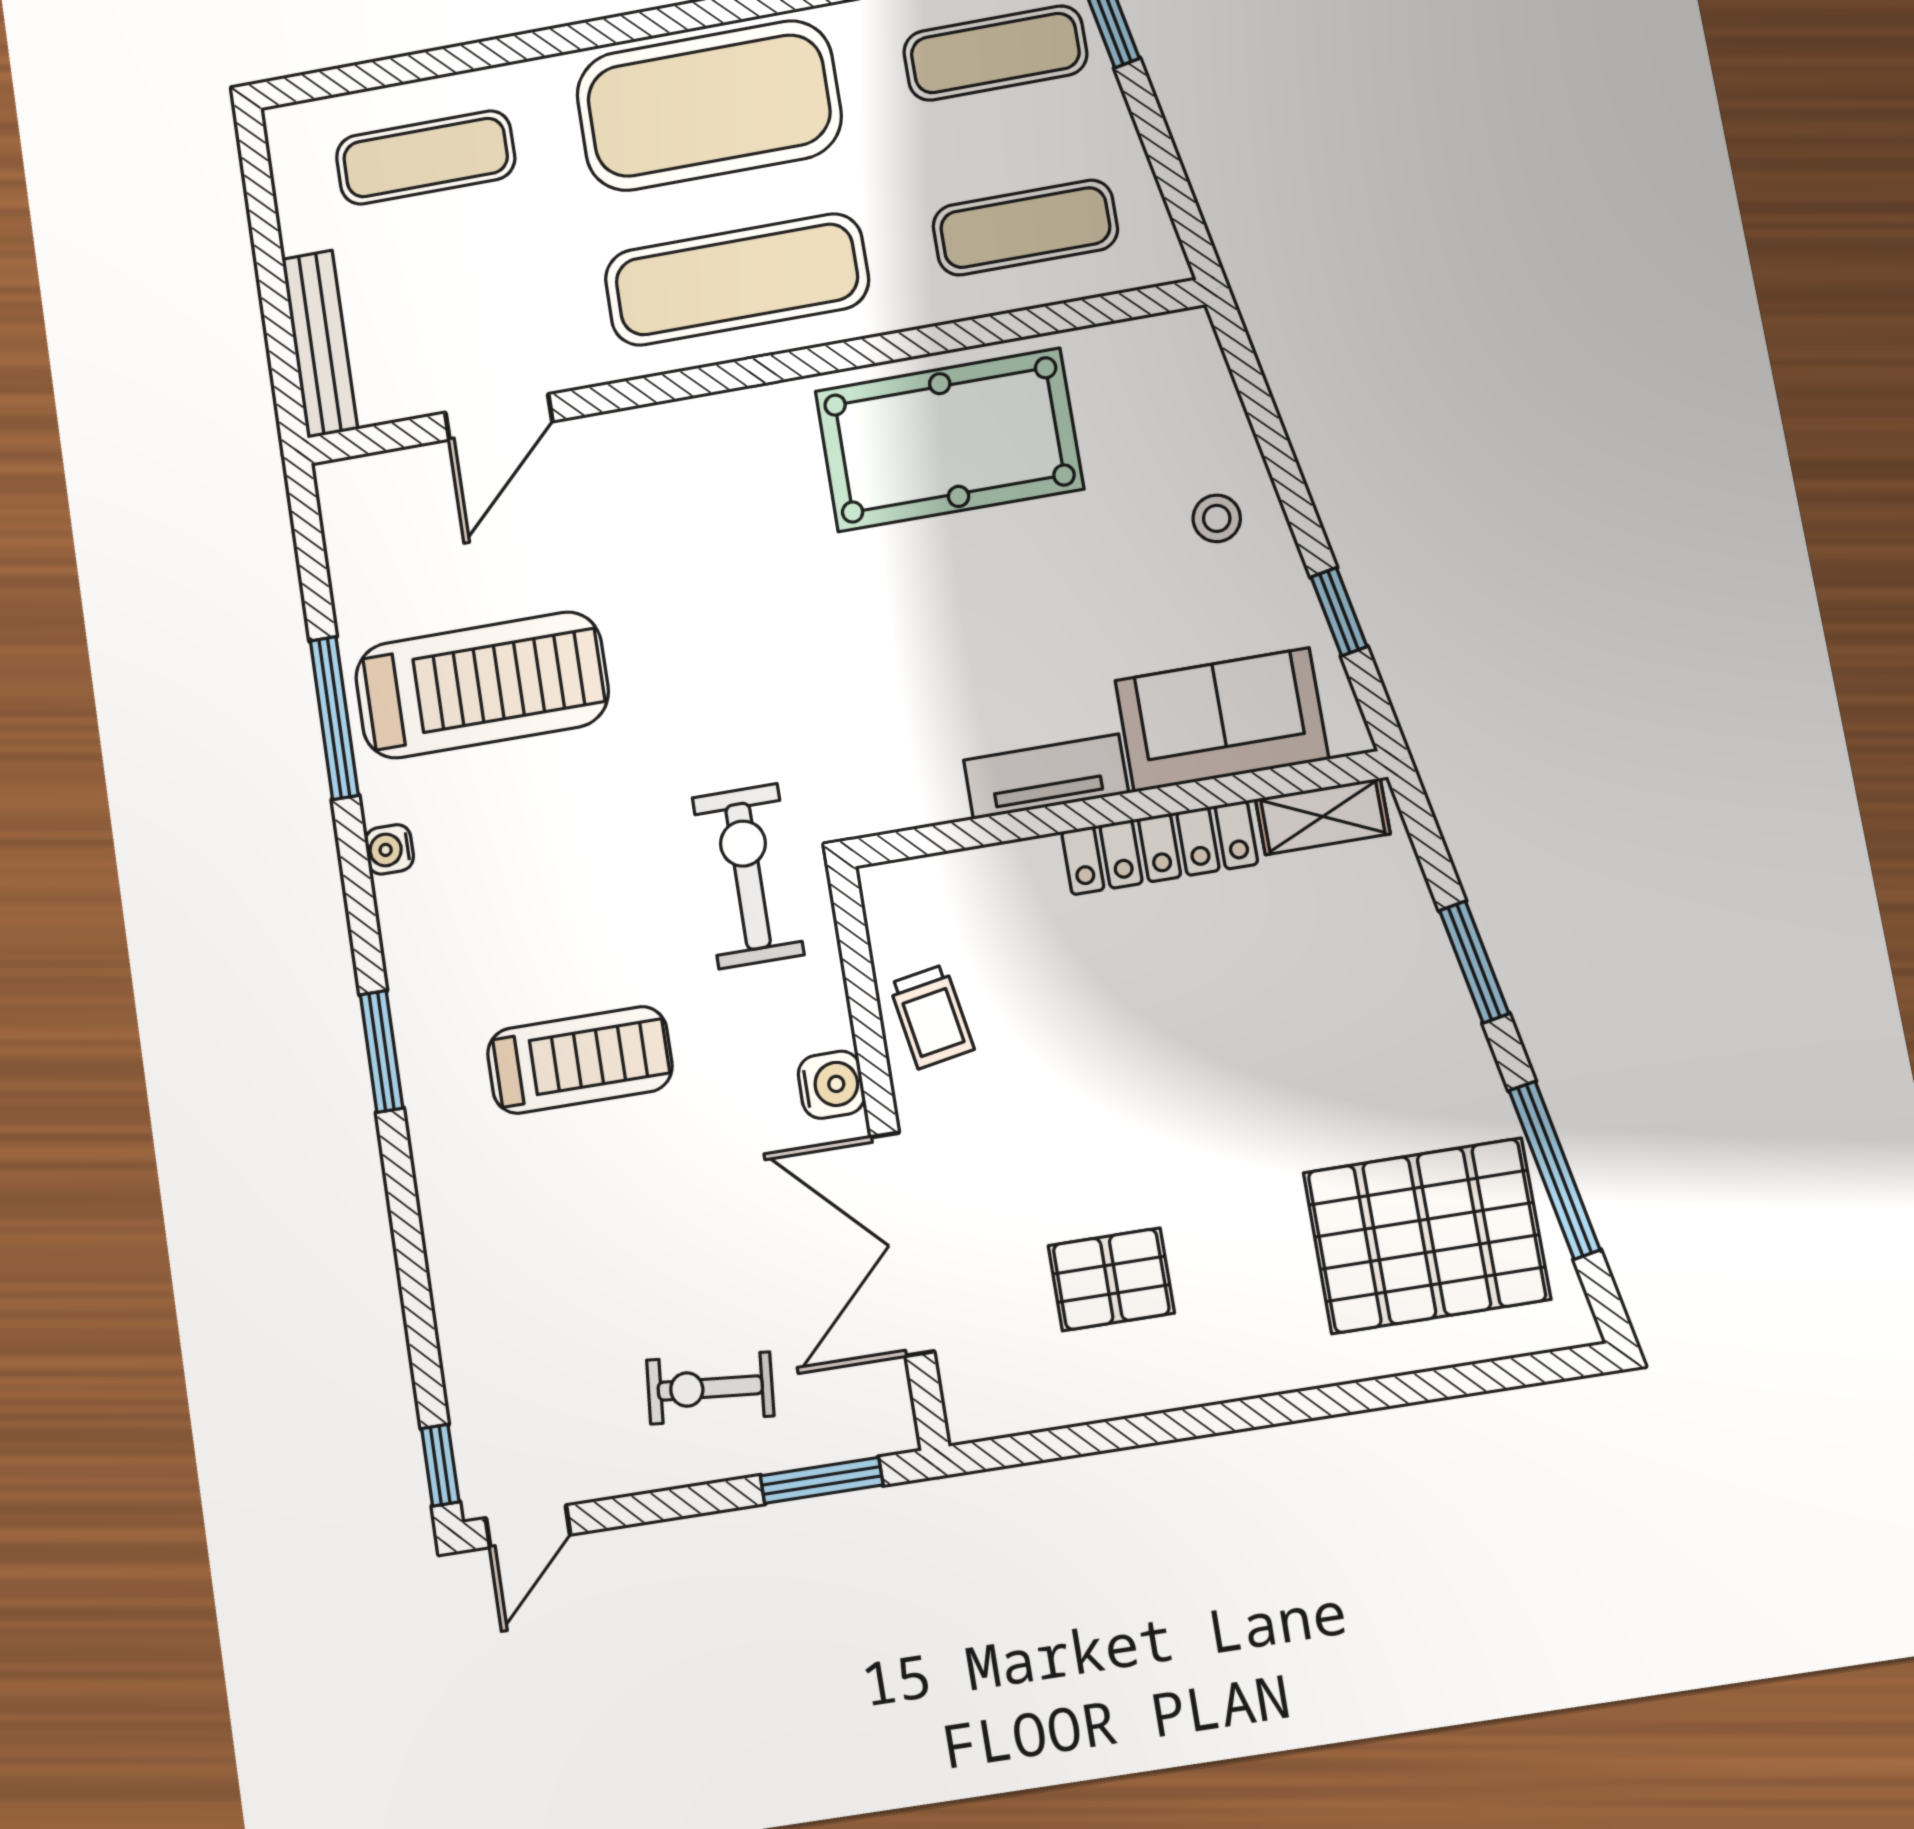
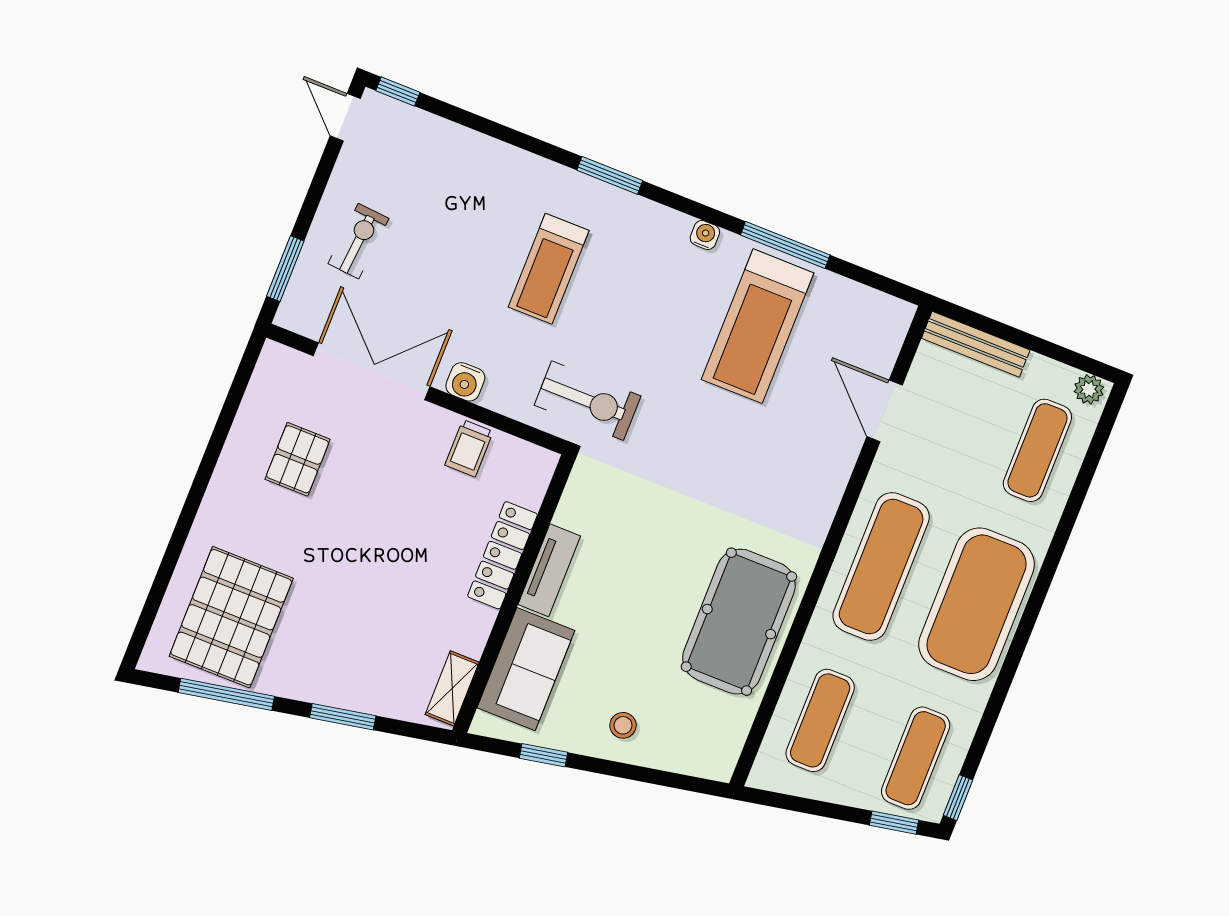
plant: (291, 139) -> (1089, 389), added
locker: (1160, 848) -> (503, 555), moved
trolley: (931, 1017) -> (469, 448), turned -80

